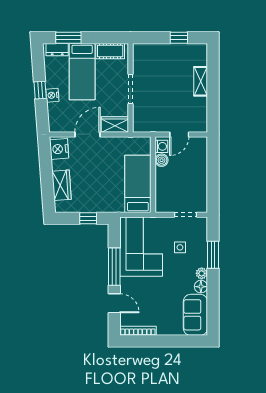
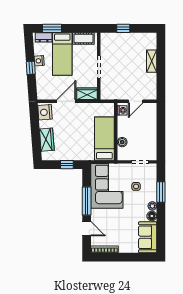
window: (179, 38) -> (123, 28), moved
nightstand: (52, 95) -> (39, 61), moved
boiler: (162, 160) -> (122, 142), moved

